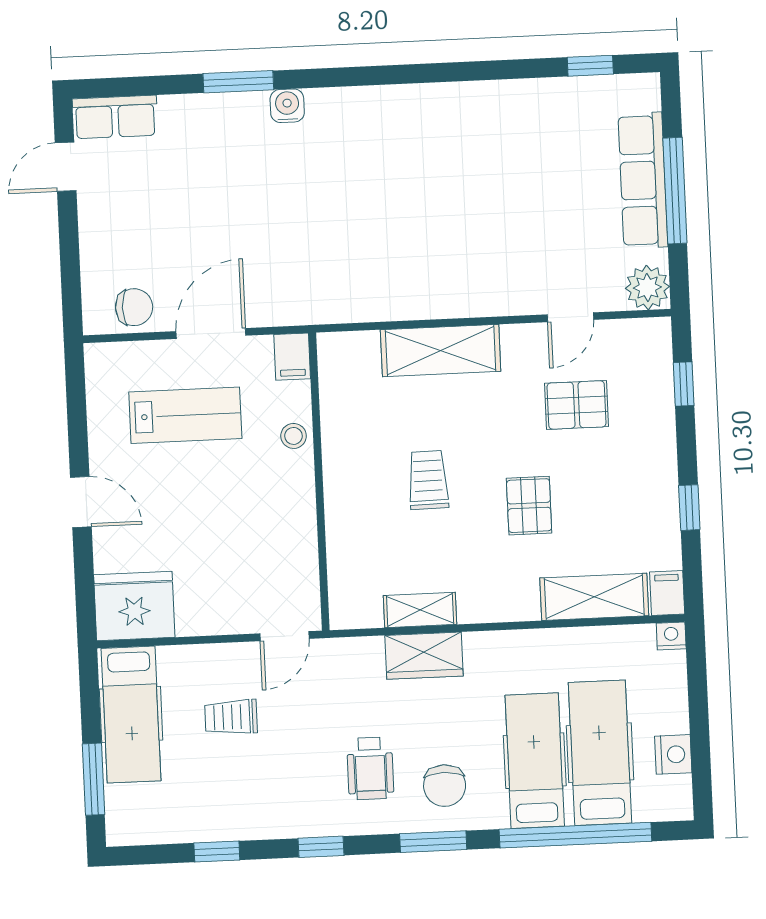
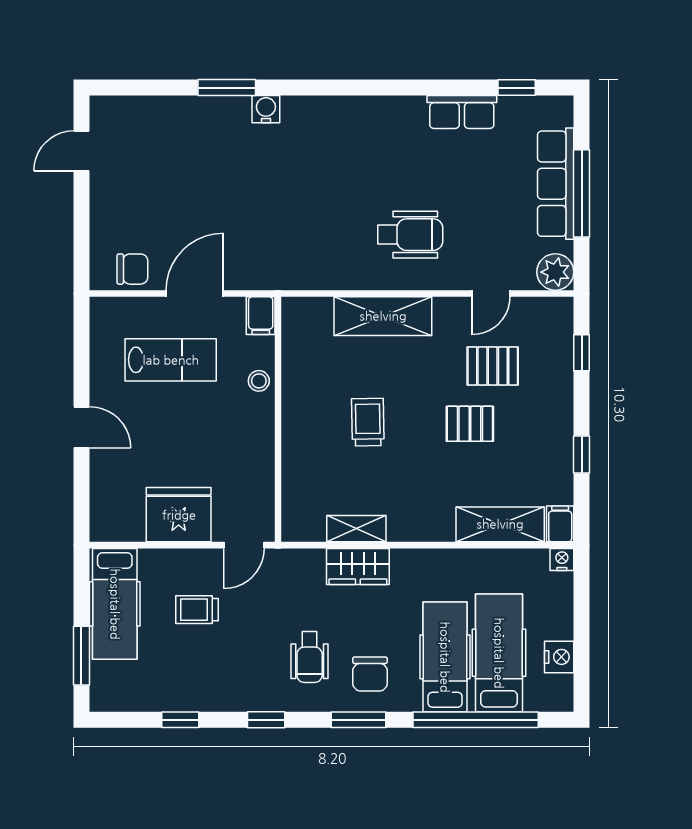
row of seats: (115, 117) -> (462, 112), moved
wheelchair: (469, 250) -> (410, 235), added
pallet: (529, 506) -> (470, 424), moved, turned 90
fridge: (134, 606) -> (179, 515), moved

